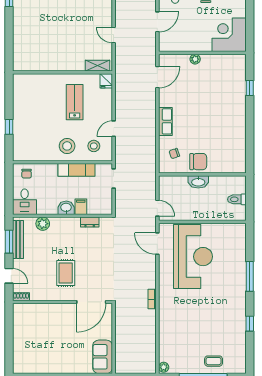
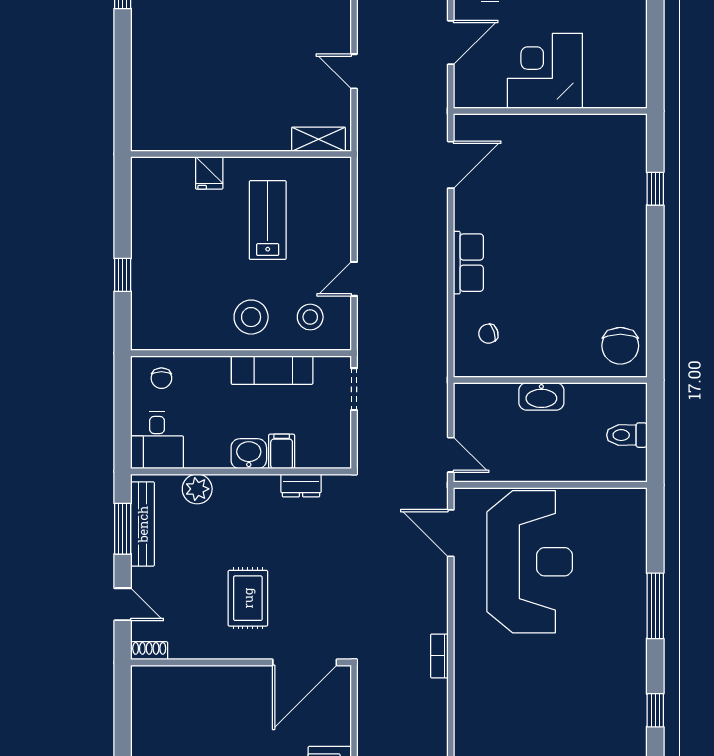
corner desk: (229, 35) -> (545, 71), moved
plant: (195, 59) -> (534, 125), removed
fridge: (106, 81) -> (209, 173), moved
chair: (198, 162) -> (620, 346), moved, turned 90

